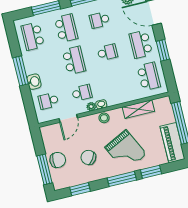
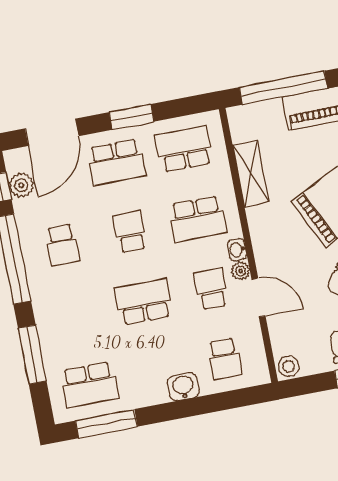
school desk: (66, 28) -> (198, 219), moved, turned 180
window: (21, 71) -> (106, 424), moved
door: (68, 118) -> (258, 298), moved
stool: (104, 118) -> (289, 366), moved

